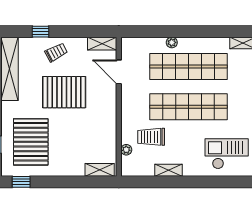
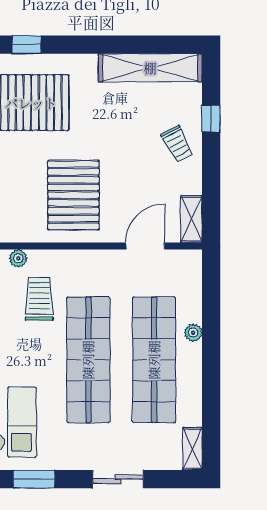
pallet: (64, 92) -> (73, 195), moved

